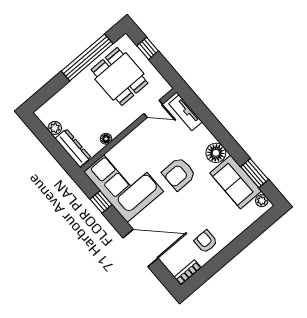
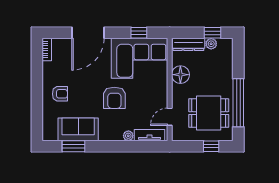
window: (44, 135) -> (212, 33), added
floor lamp: (106, 139) -> (180, 75), width x1.89, depth x1.89
floor lamp: (216, 153) -> (107, 133), removed
armchair: (179, 174) -> (114, 98), turned 180
plant: (262, 201) -> (128, 136), moved
armchair: (206, 242) -> (60, 94), moved

